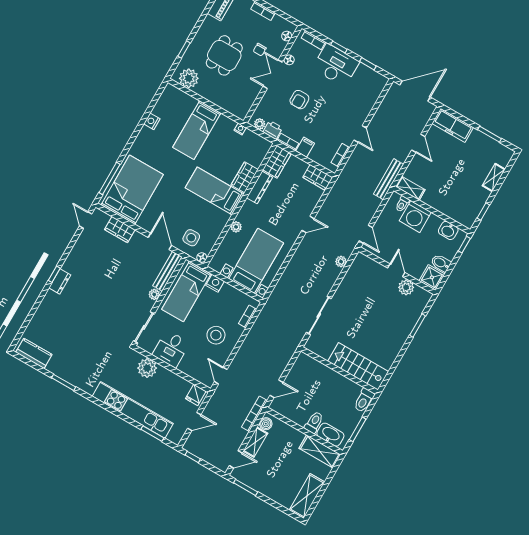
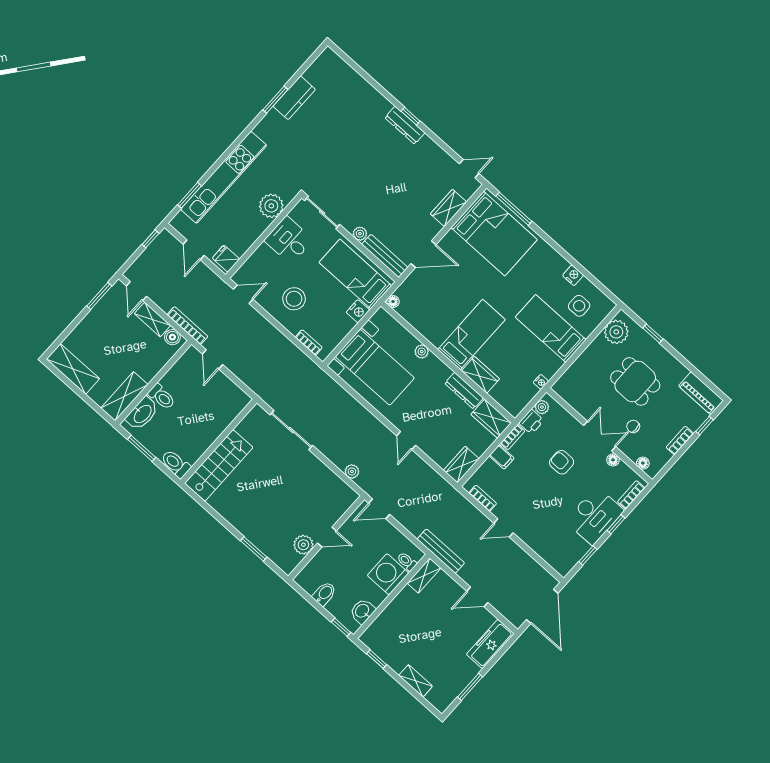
side table: (191, 238) -> (579, 306), moved
shower: (432, 277) -> (309, 579), removed
dresser: (60, 281) -> (405, 125), width x1.44
kitchen counter: (34, 353) -> (294, 98), moved

